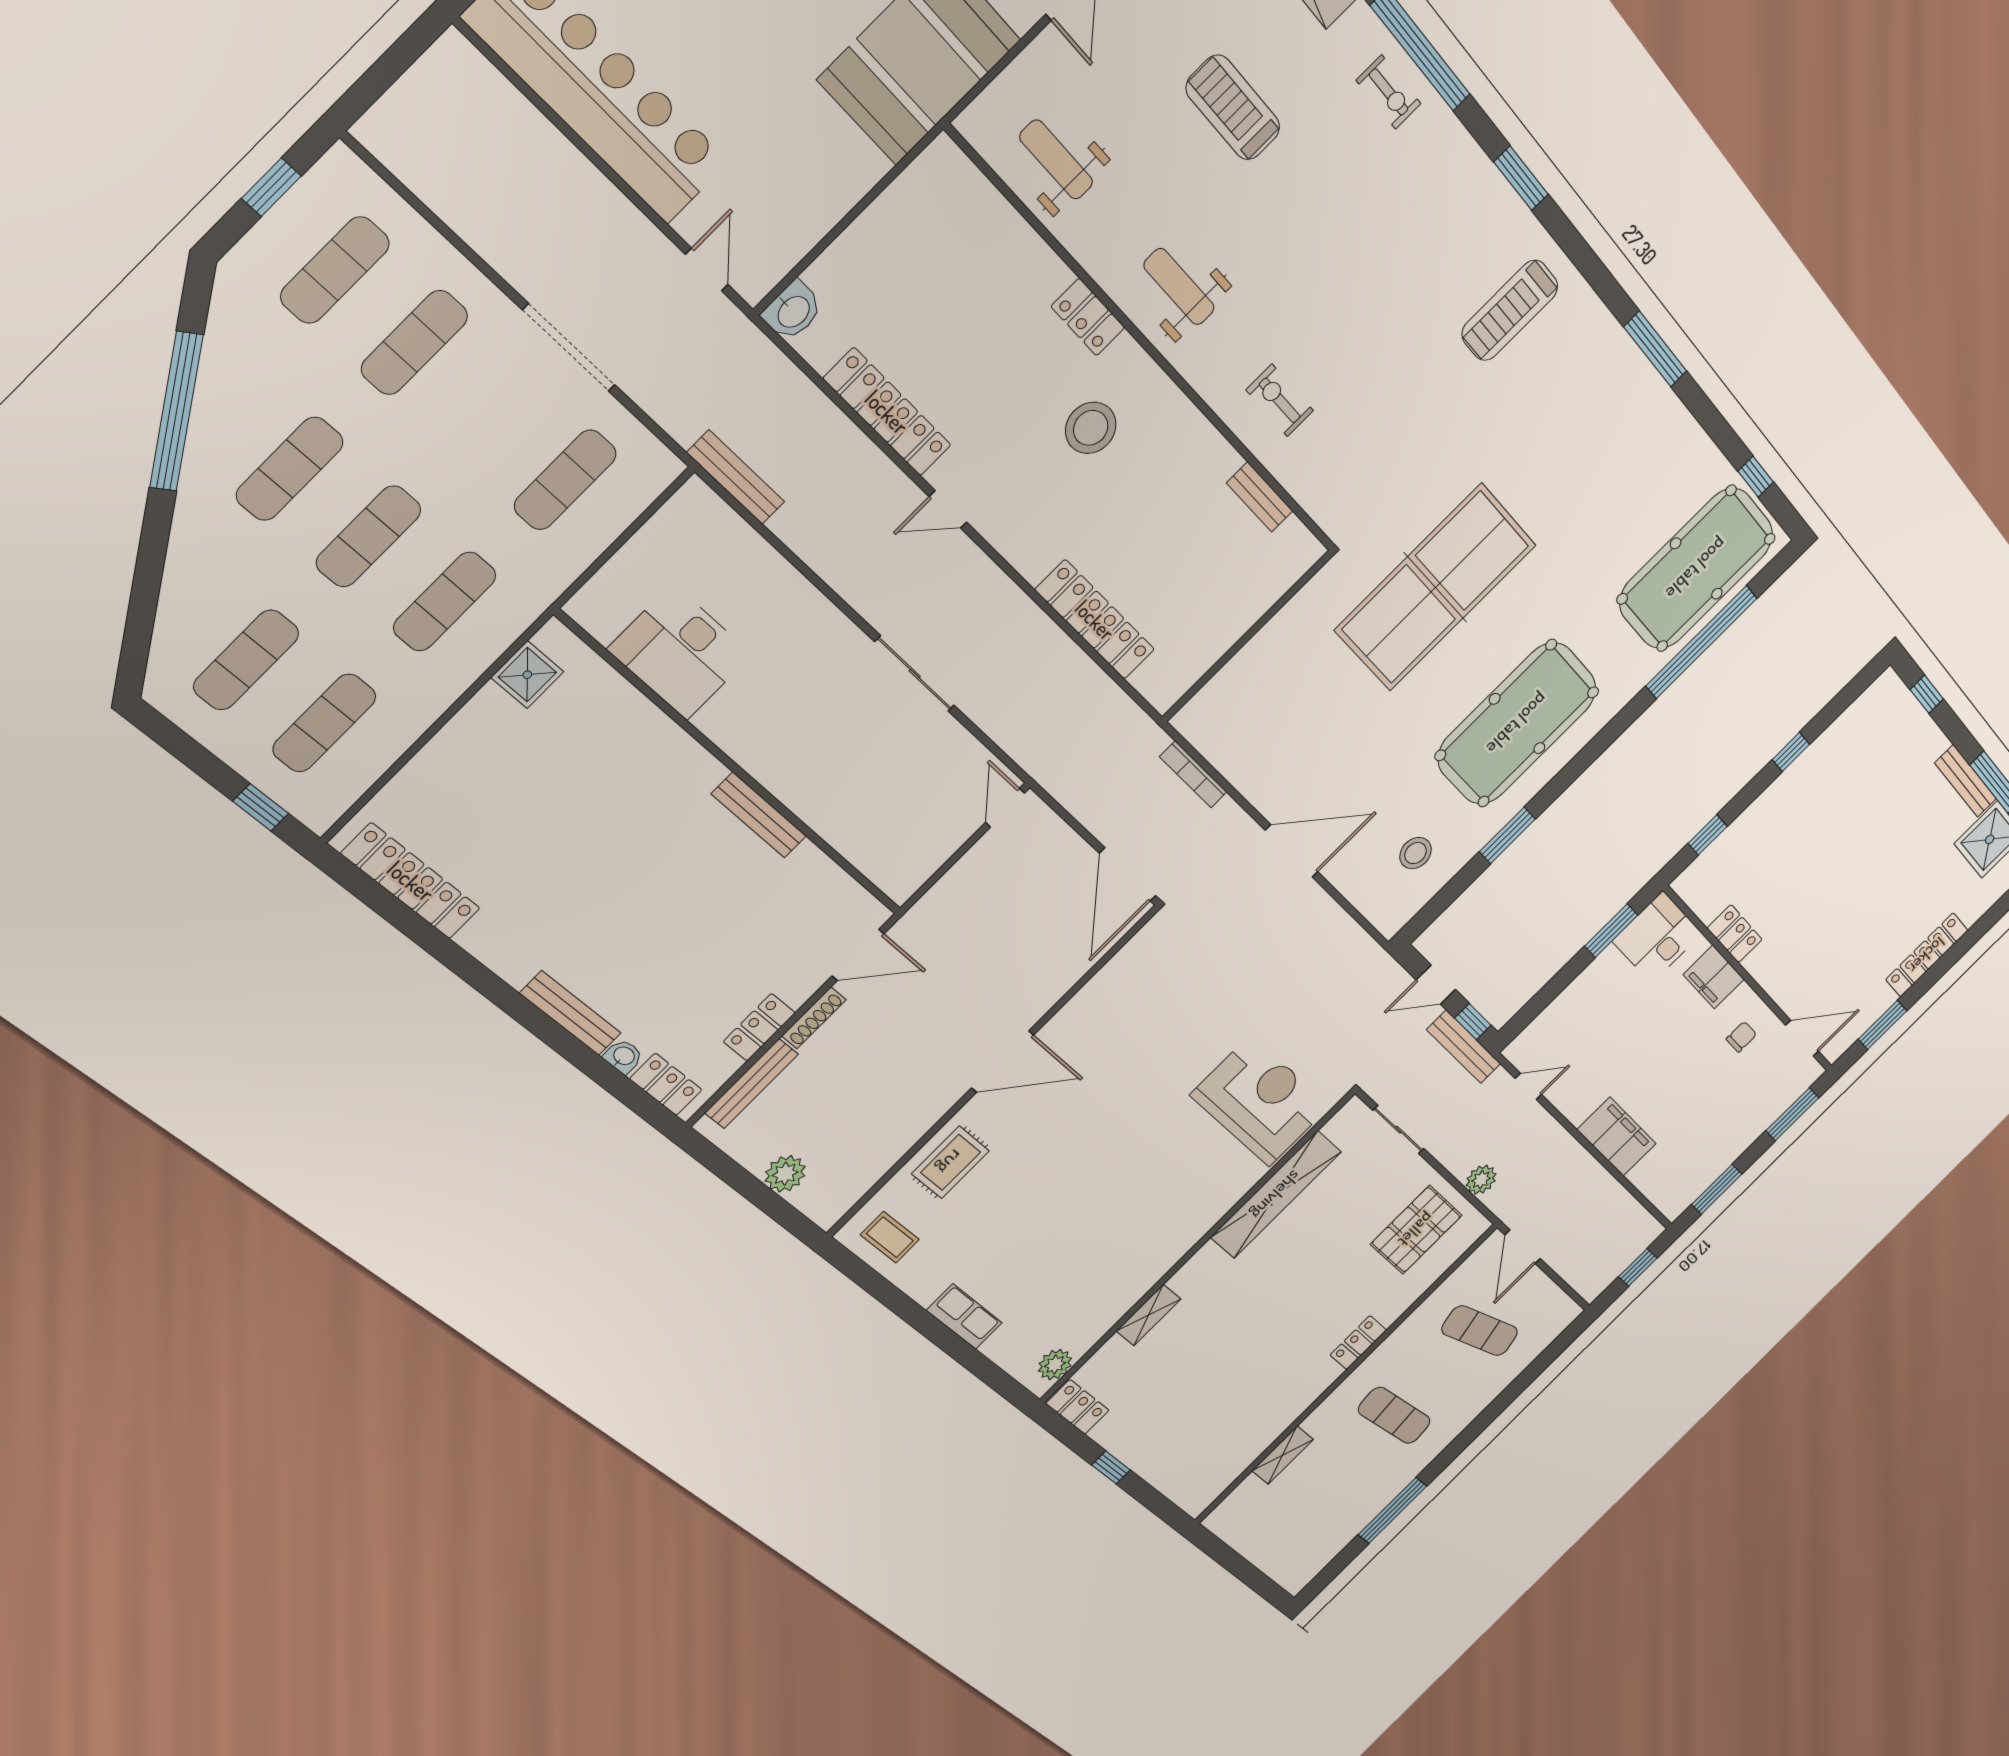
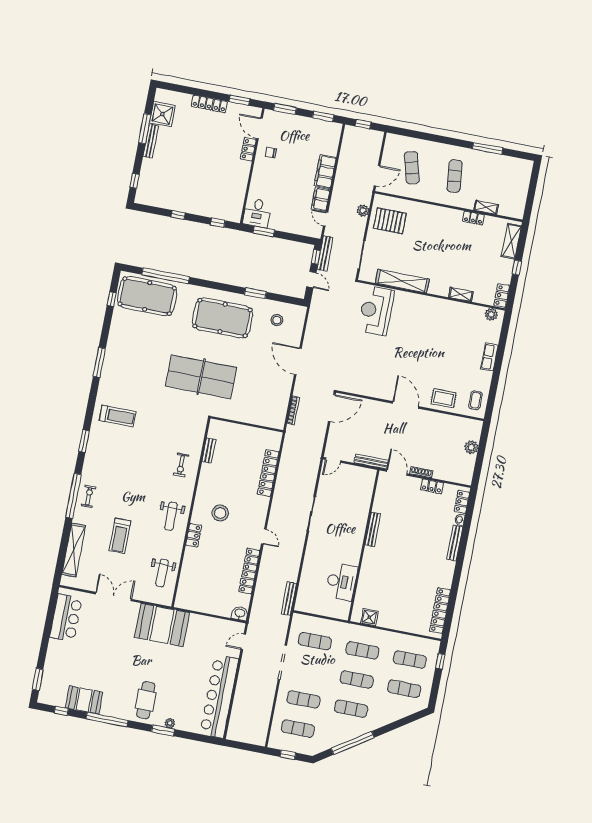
locker: (1735, 934) -> (248, 149), moved
filing cabinet: (1714, 977) -> (321, 199), moved, turned 180
bench: (752, 1084) -> (371, 462), moved
locker: (1358, 1343) -> (473, 218), moved
shelving: (1174, 1480) -> (511, 241), added

